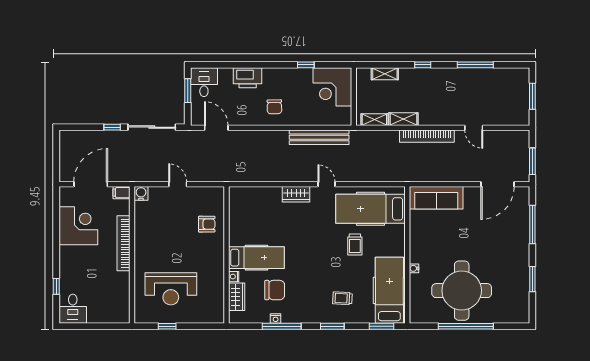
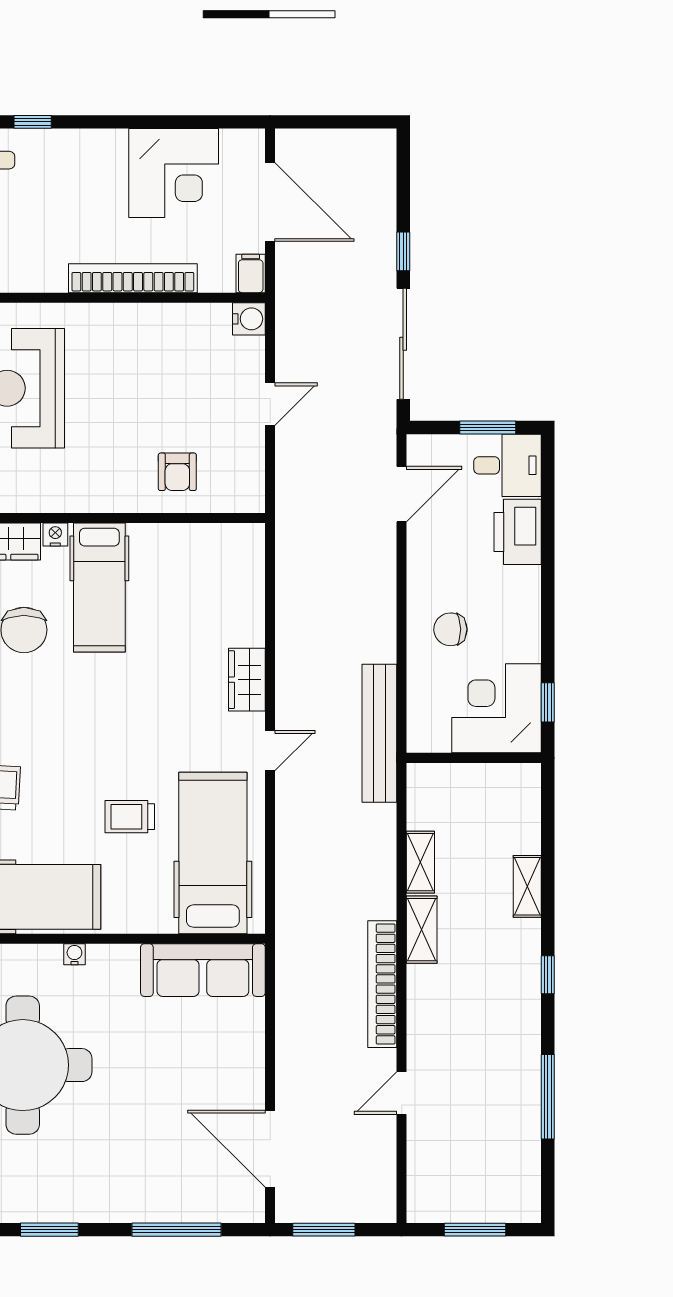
printer: (248, 78) -> (518, 532), moved
corner desk: (332, 87) -> (497, 708), moved
wall: (354, 97) -> (474, 758), moved
sofa: (436, 198) -> (203, 970), moved, turned -90

